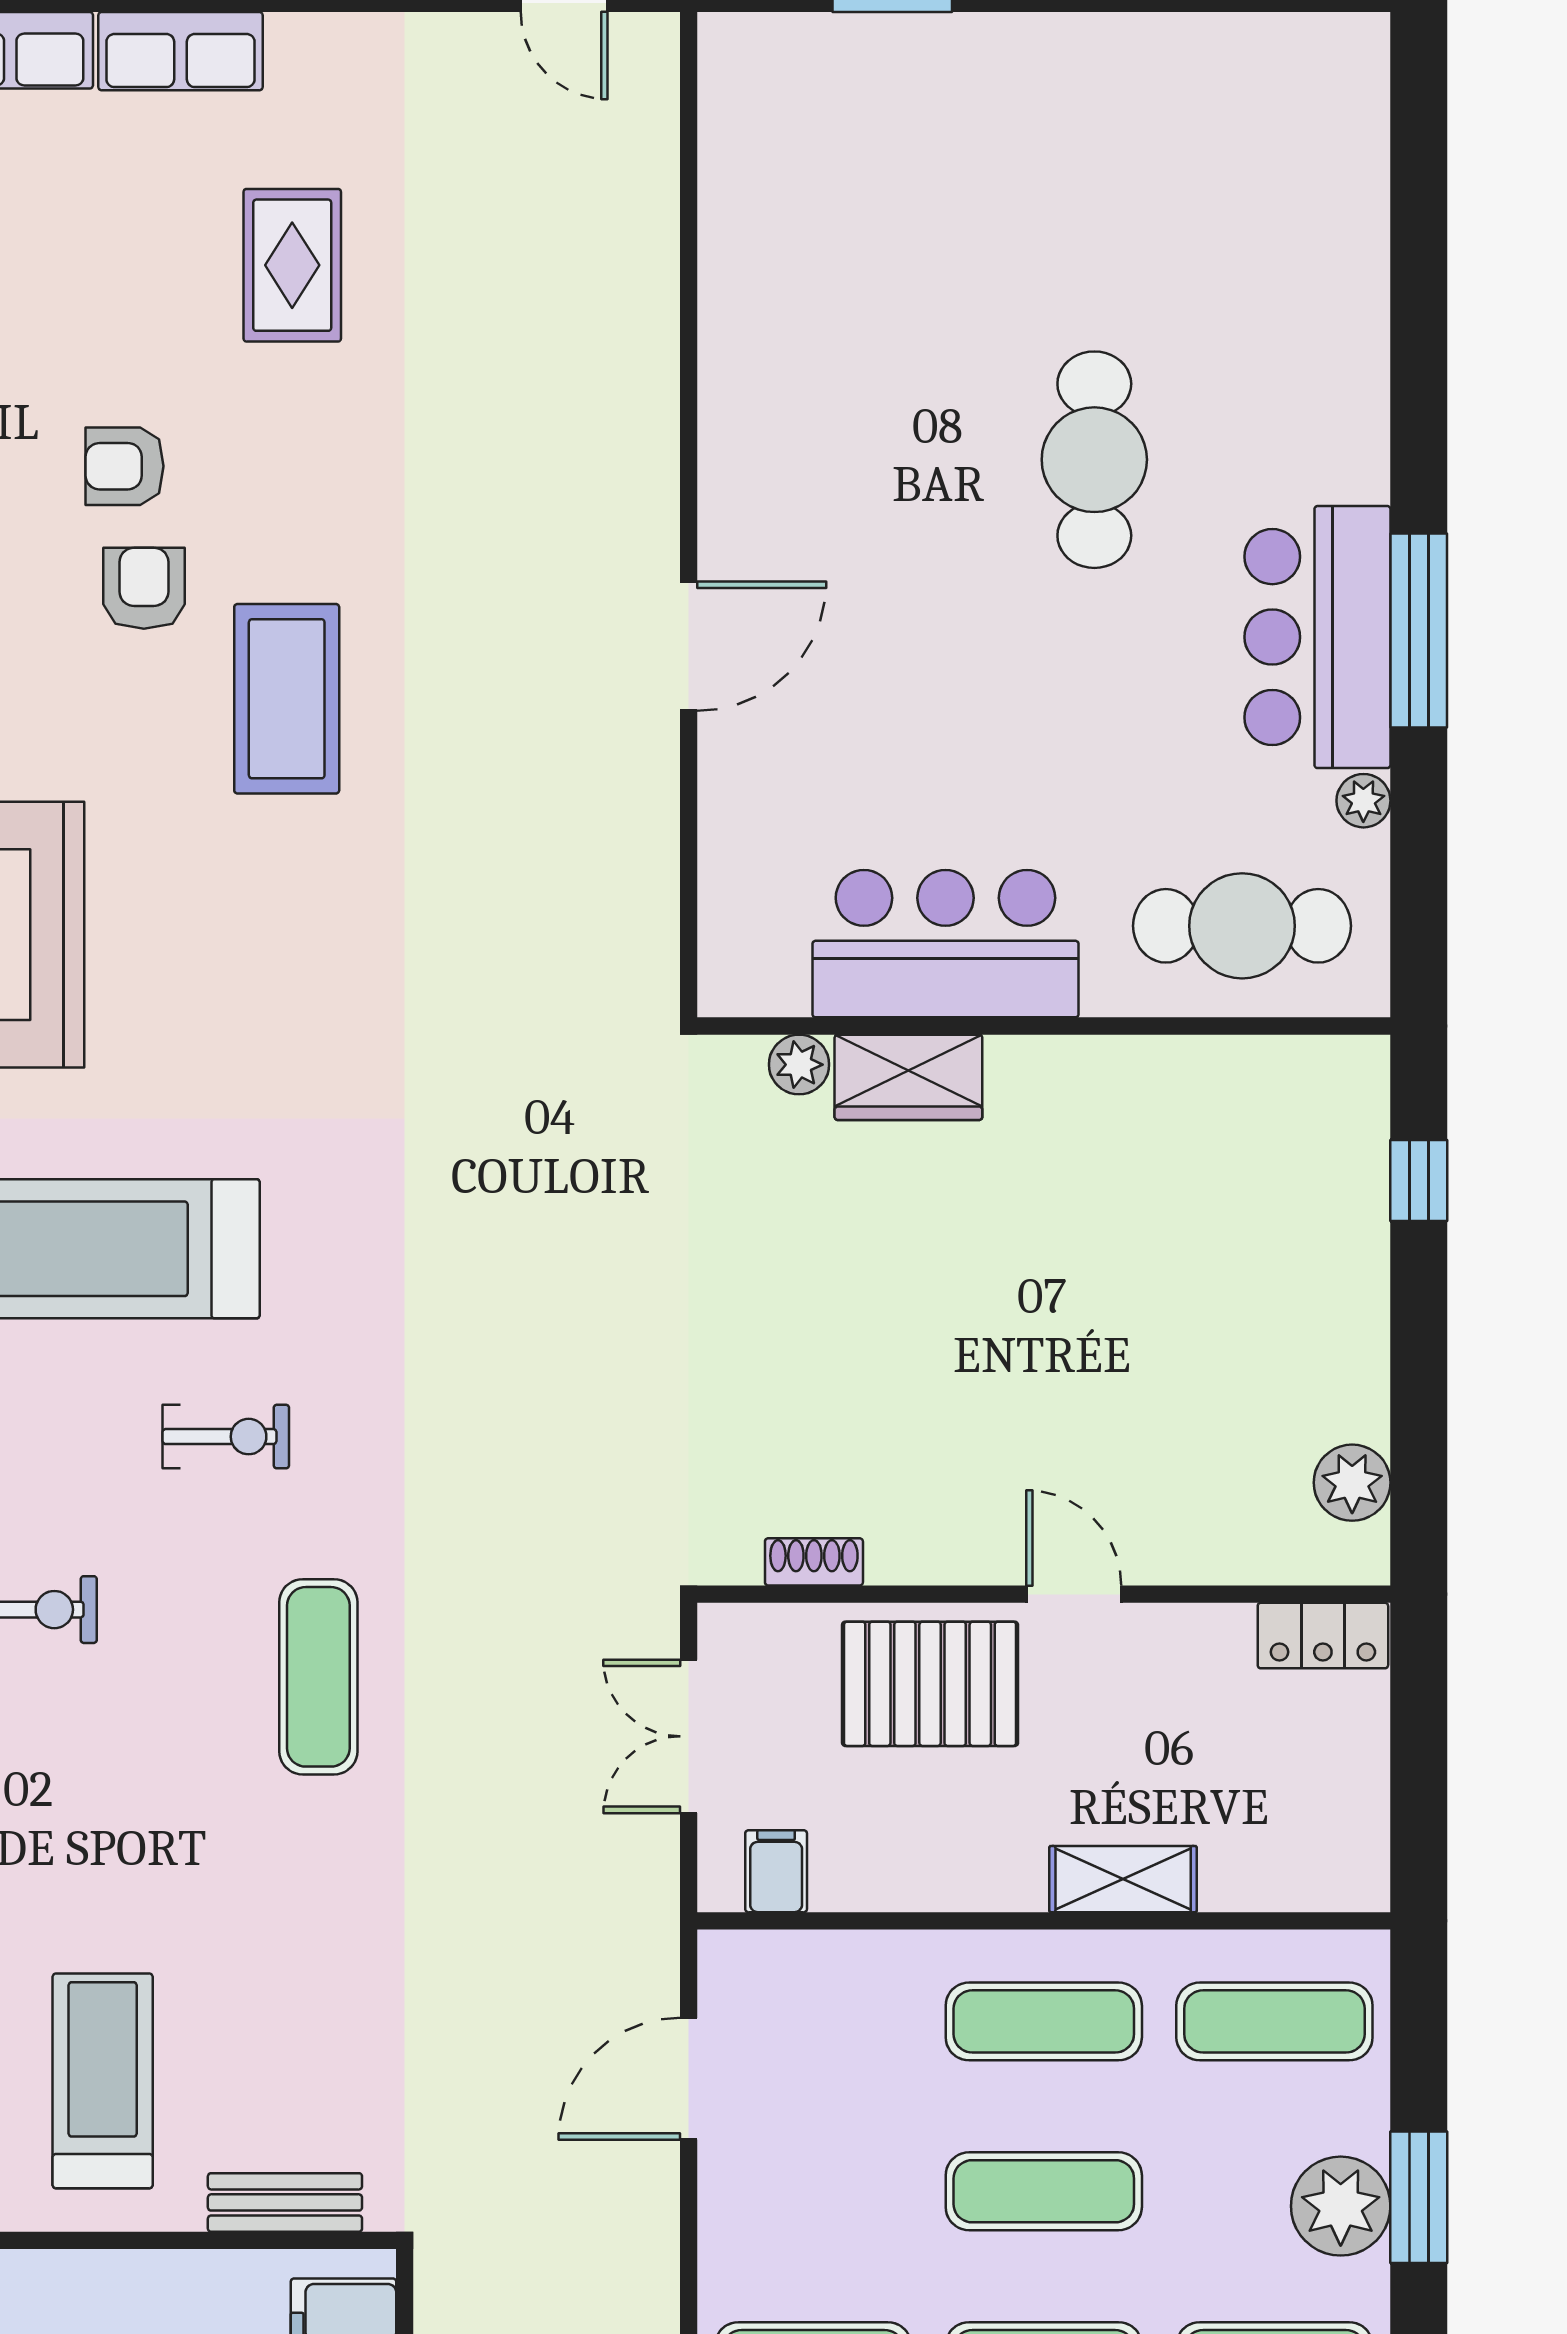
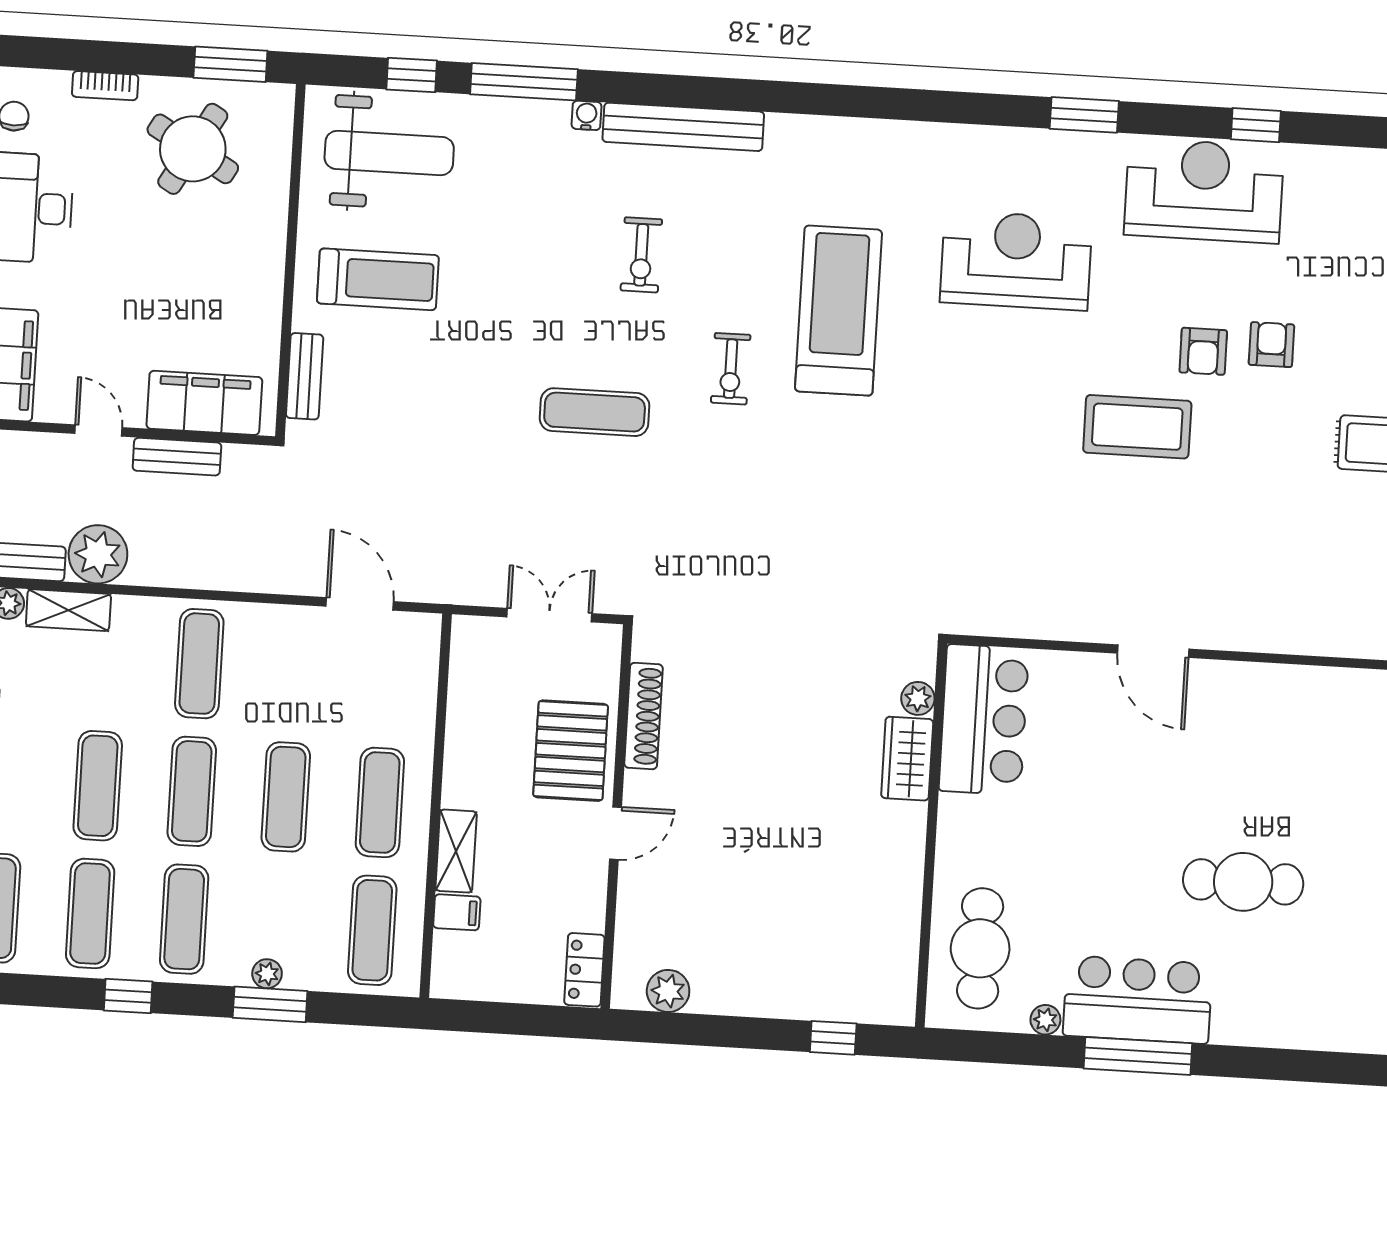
armchair: (144, 588) -> (1203, 351), turned 90
bar counter: (945, 944) -> (984, 720), moved
shoe rack: (814, 1562) -> (643, 716), width x1.94, depth x1.24
filing cabinet: (776, 1871) -> (457, 912), moved
plant: (1341, 2206) -> (267, 974), width x0.53, depth x0.53

